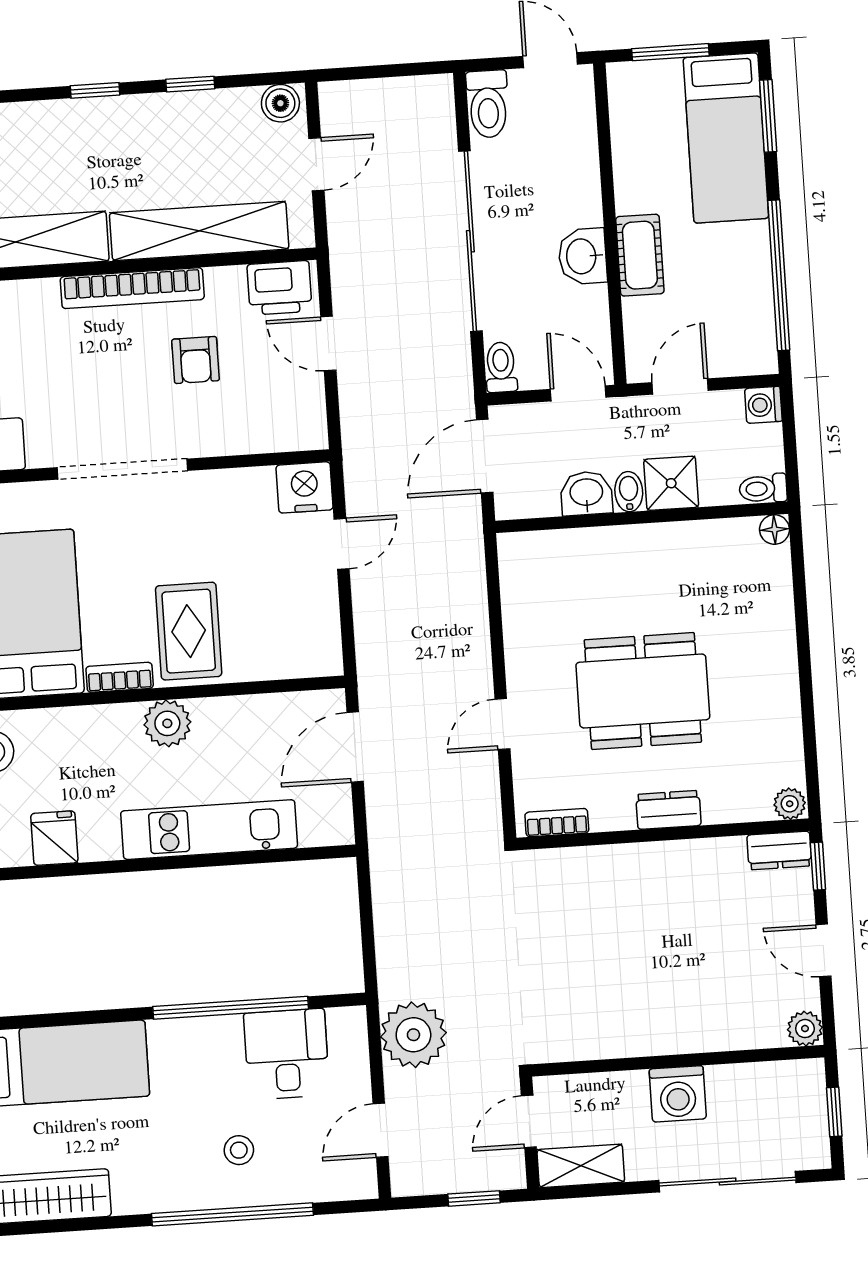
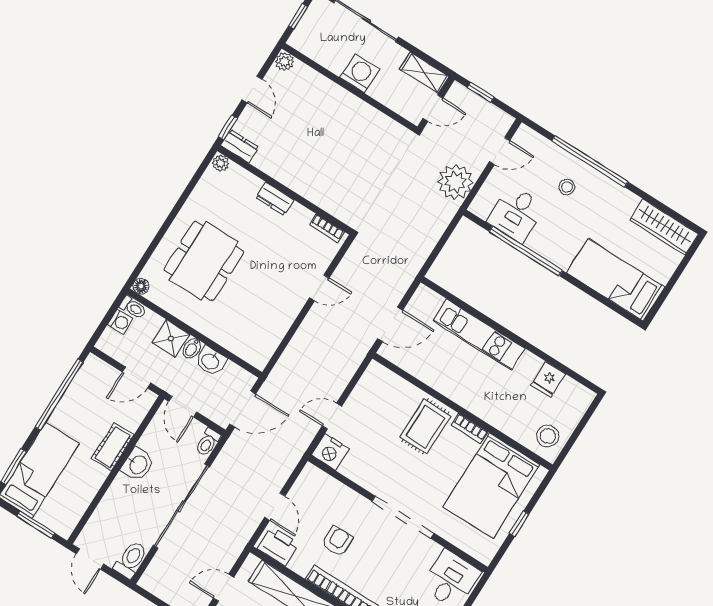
washing machine: (763, 405) -> (120, 322), moved
dining table: (643, 691) -> (204, 261), moved, turned 90
plant: (167, 723) -> (464, 393), removed

